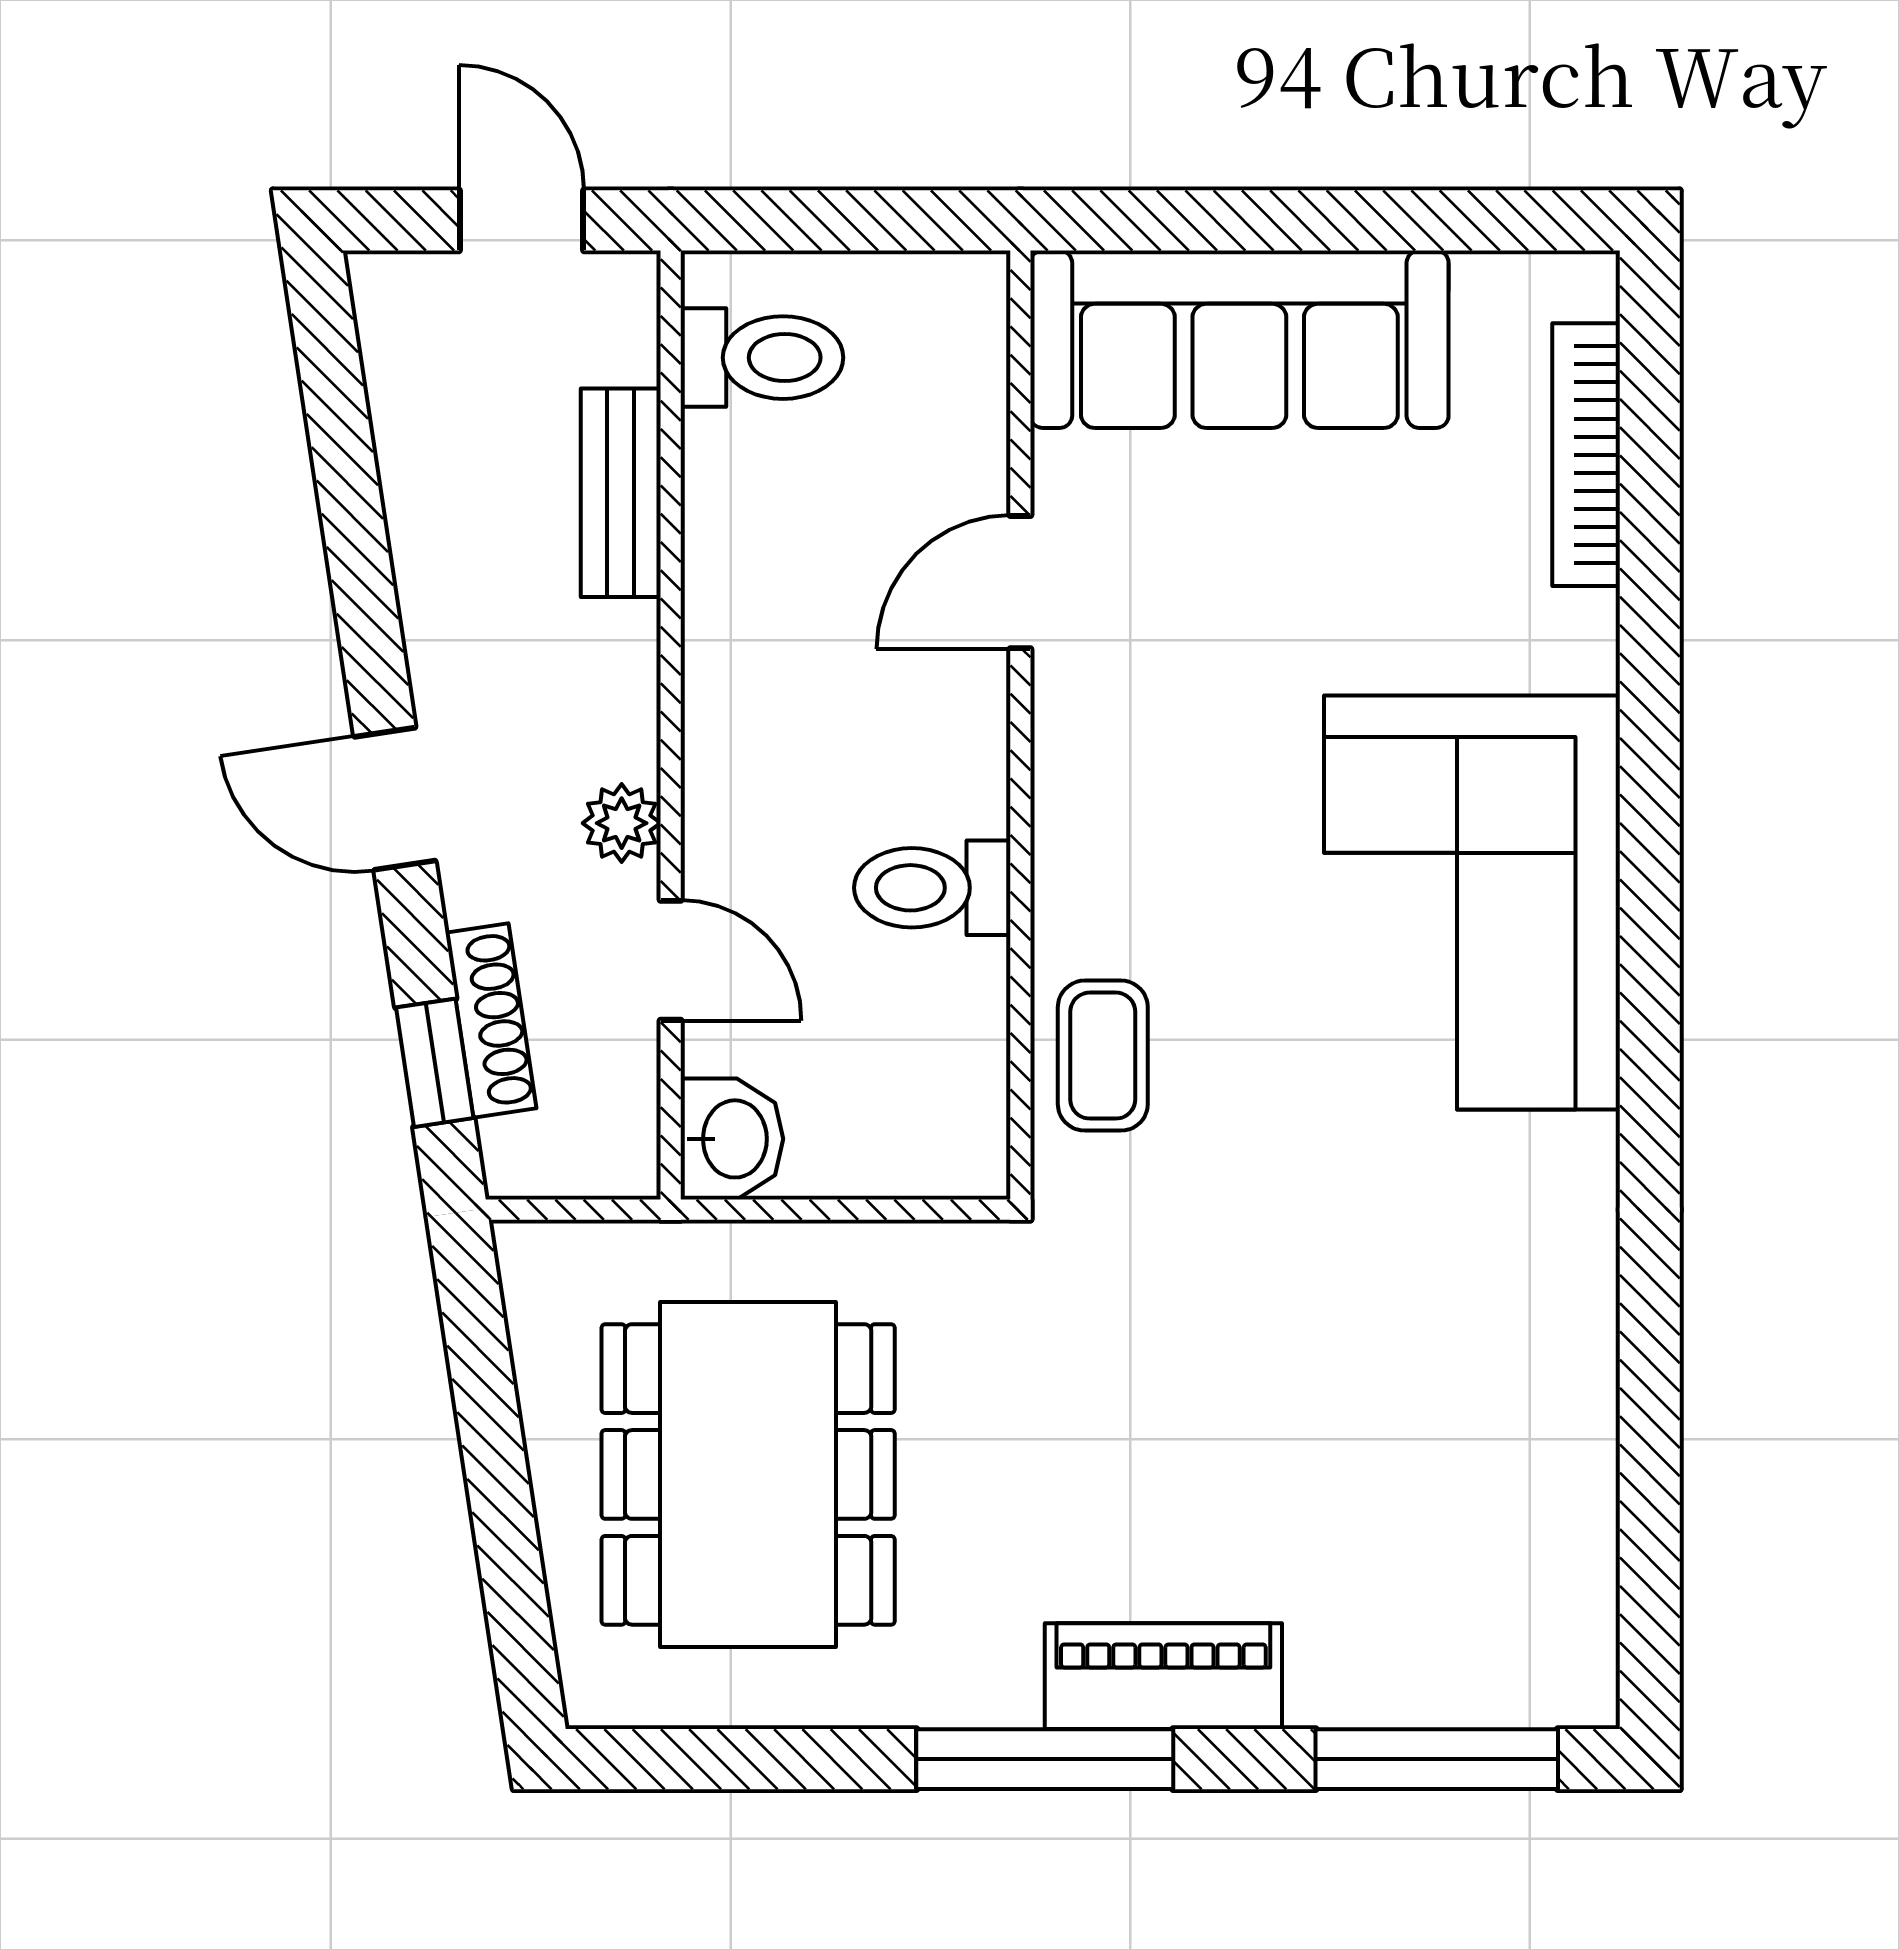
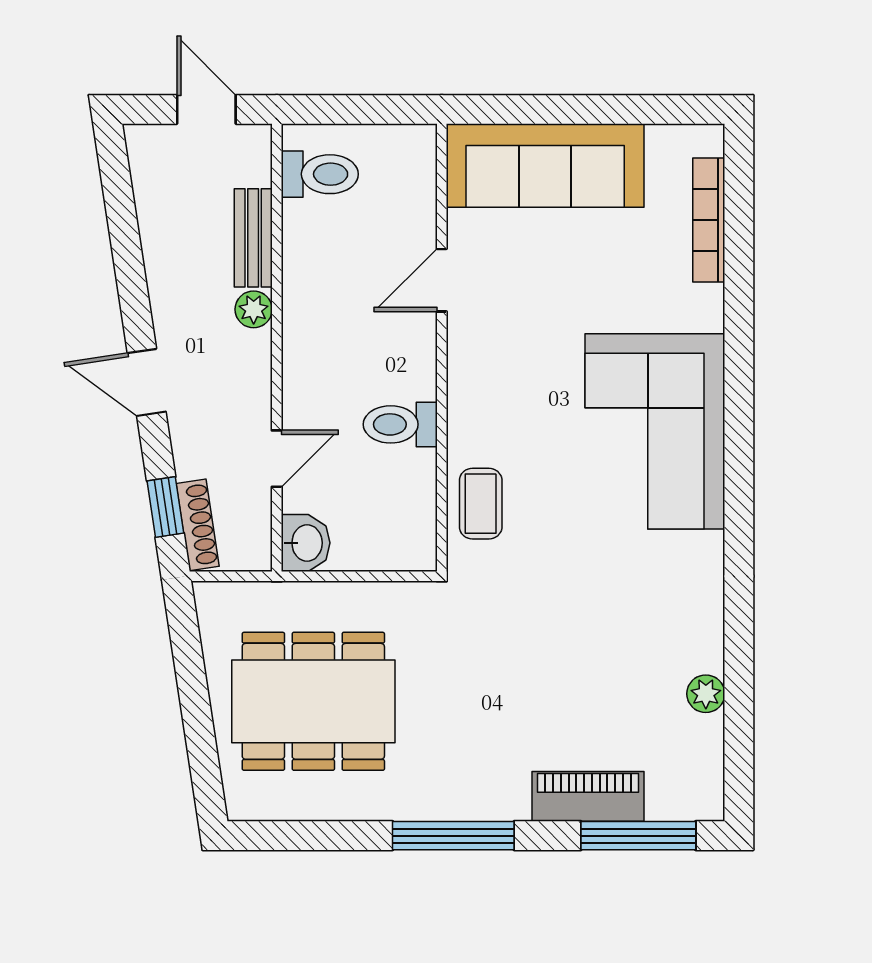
plant: (622, 823) -> (254, 309), moved
door: (671, 960) -> (277, 459), hinge flipped
shoe rack: (491, 1021) -> (198, 525), moved
plant: (1580, 1458) -> (706, 694), added
dining table: (748, 1474) -> (313, 701), turned 90
piano: (1163, 1676) -> (588, 796), moved

